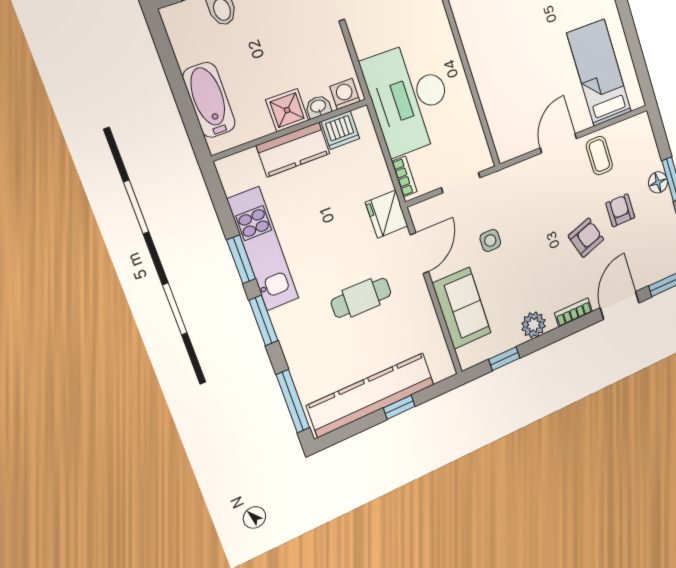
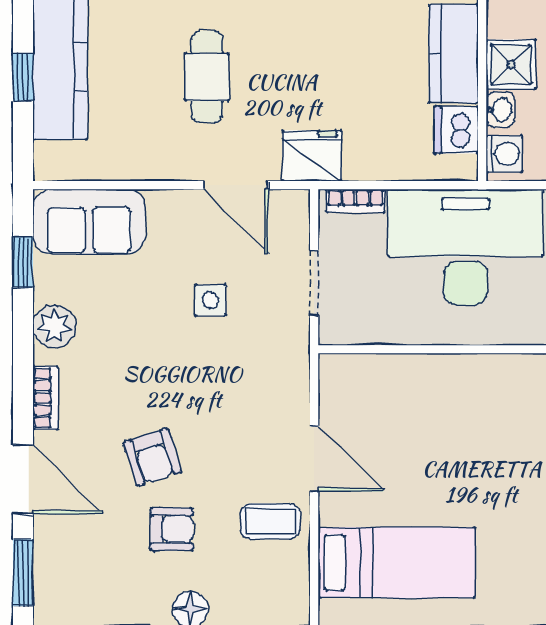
sofa: (462, 308) -> (89, 222), moved

